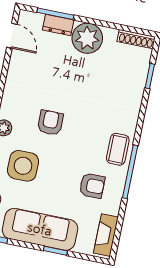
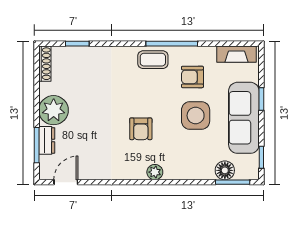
armchair: (50, 123) -> (141, 129), turned -90
side table: (23, 166) -> (196, 116), moved
armchair: (92, 186) -> (192, 77), turned -90

